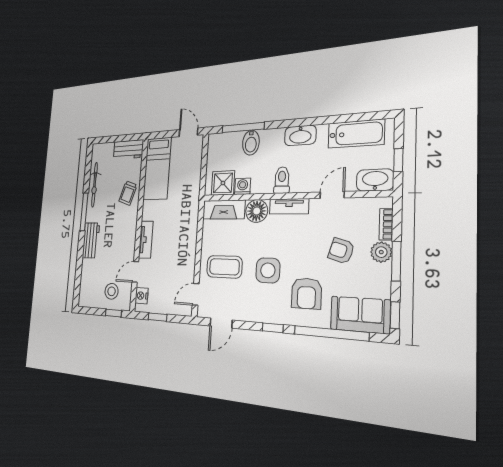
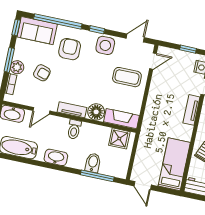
washing machine: (243, 186) -> (104, 132), removed
side table: (268, 270) -> (105, 45), moved

